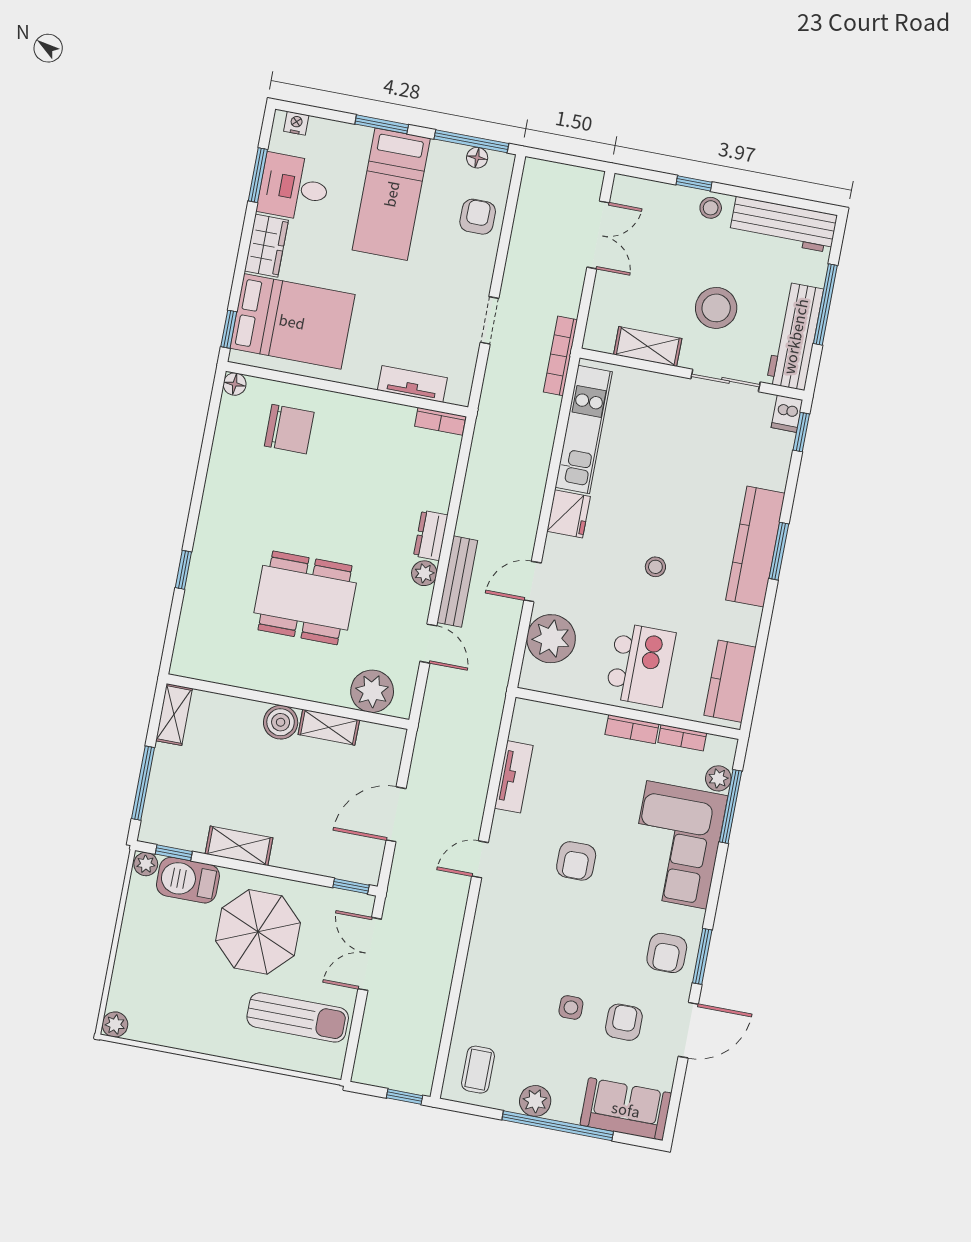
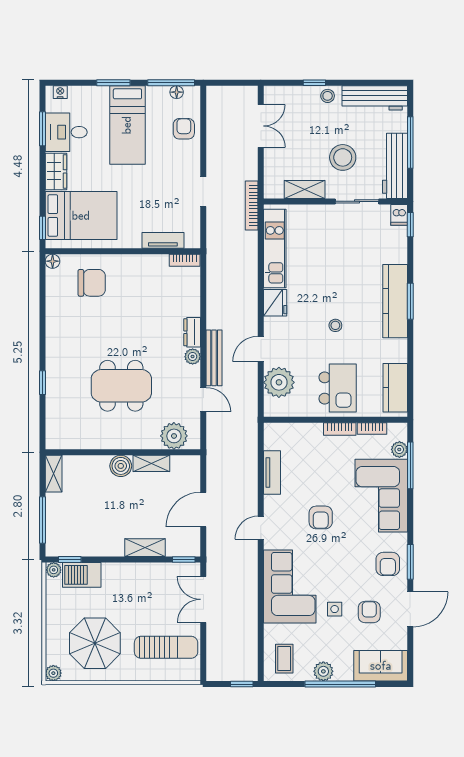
shelving: (239, 846) -> (145, 548), moved
parasol: (258, 932) -> (95, 643), moved
corner sofa: (508, 959) -> (290, 586), added

